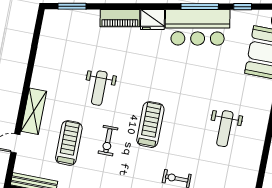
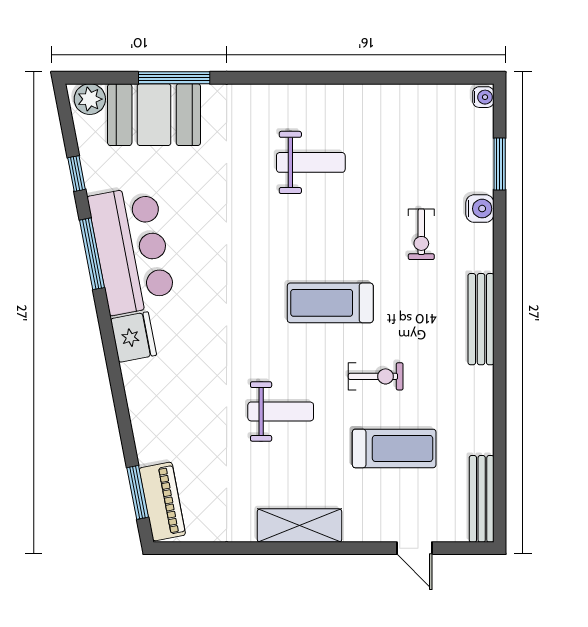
piano: (120, 18) -> (162, 502), moved
shelving: (34, 111) -> (299, 526), moved
treadmill: (69, 143) -> (394, 448), turned 180

